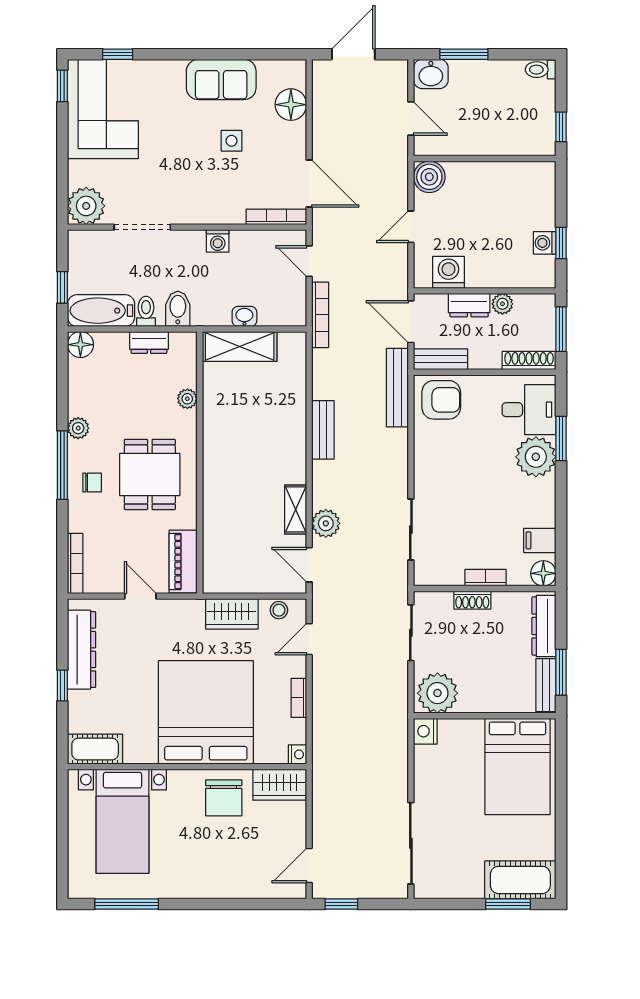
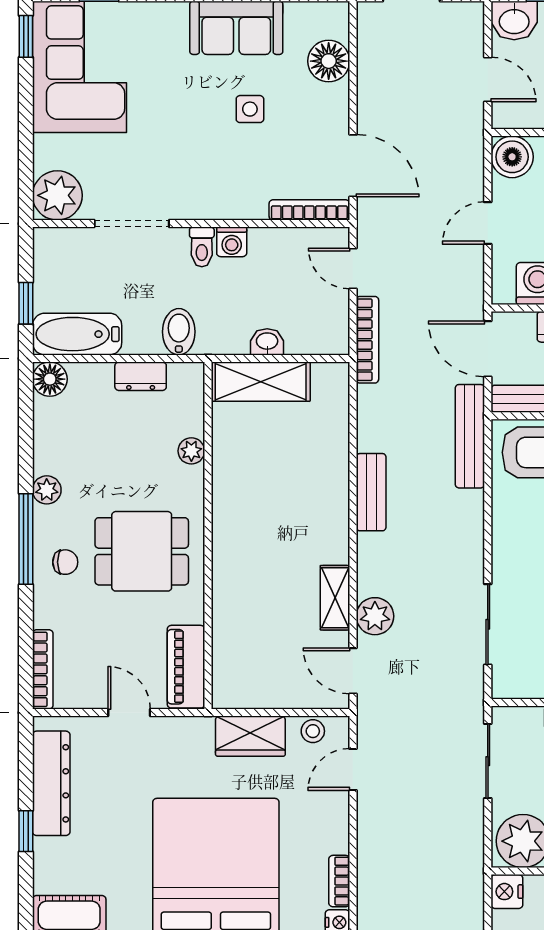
toilet: (146, 311) -> (202, 247), moved, turned 180
dining table: (150, 474) -> (142, 551), turned 90
bookcase: (299, 698) -> (339, 881), moved

